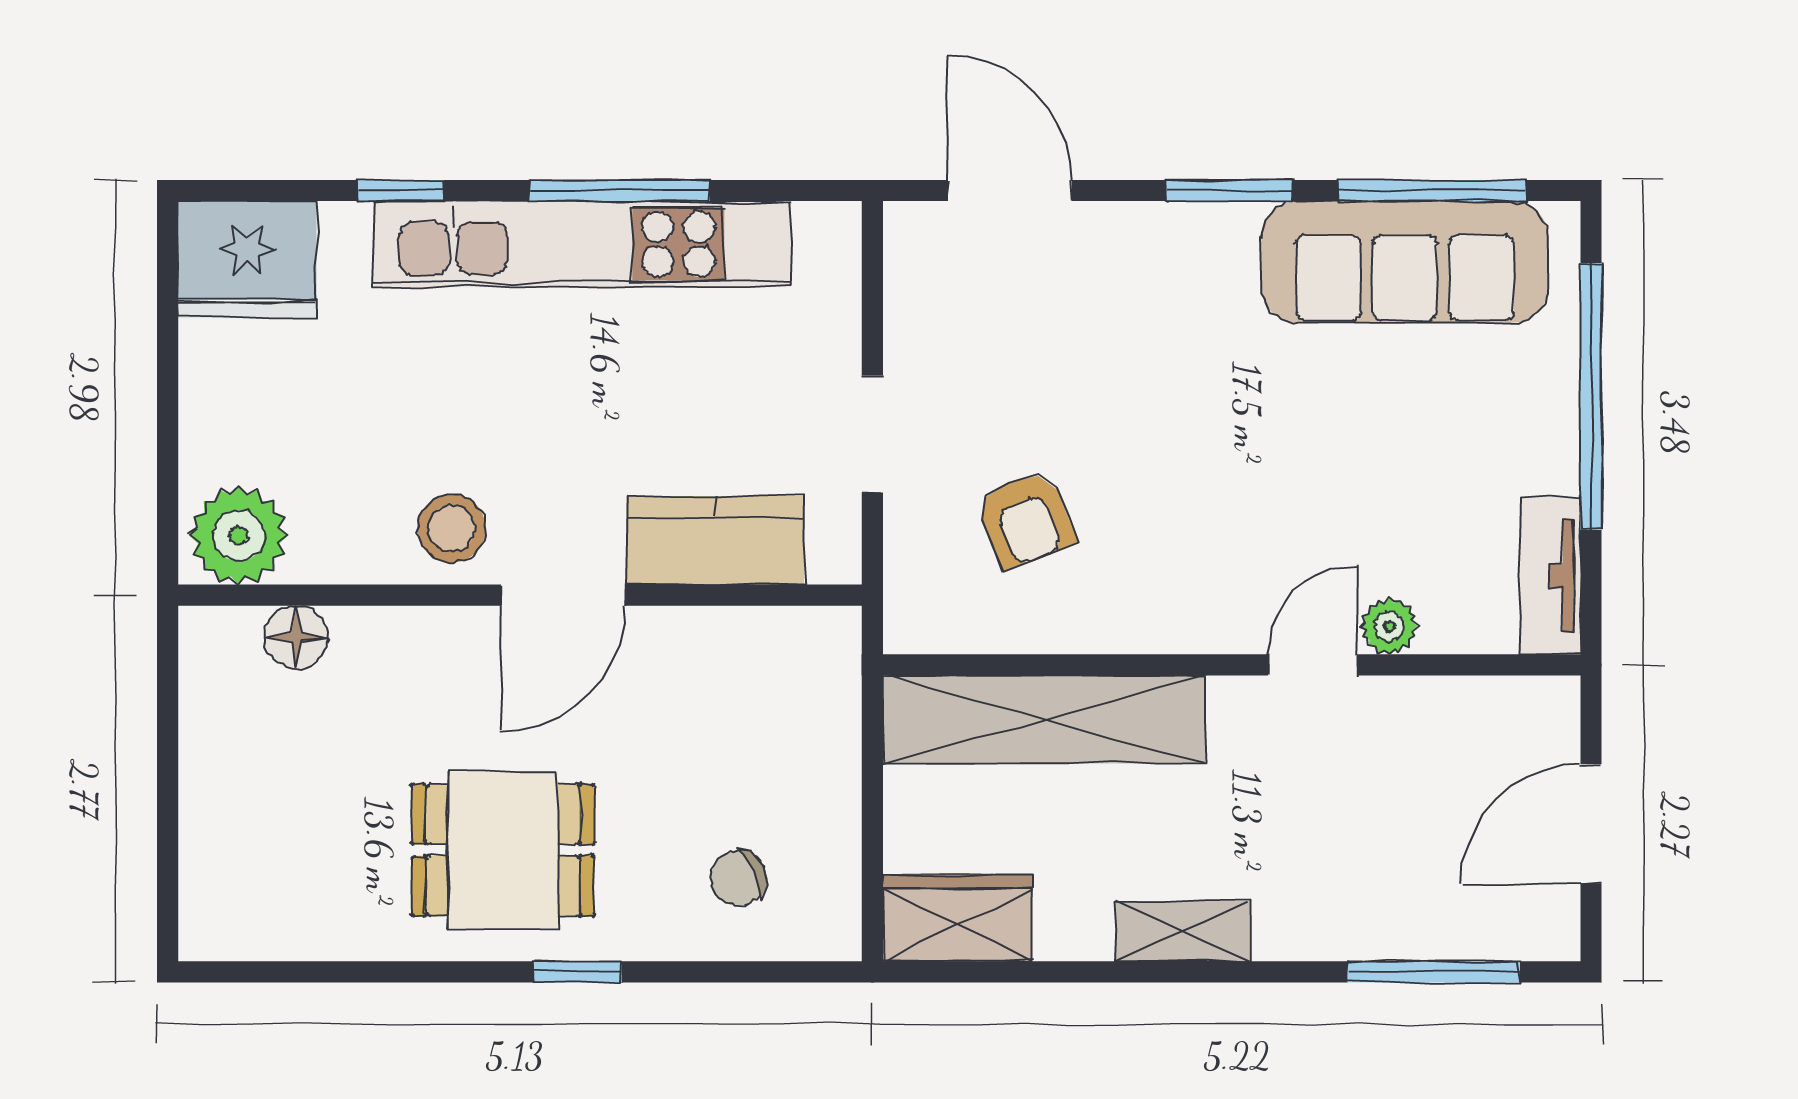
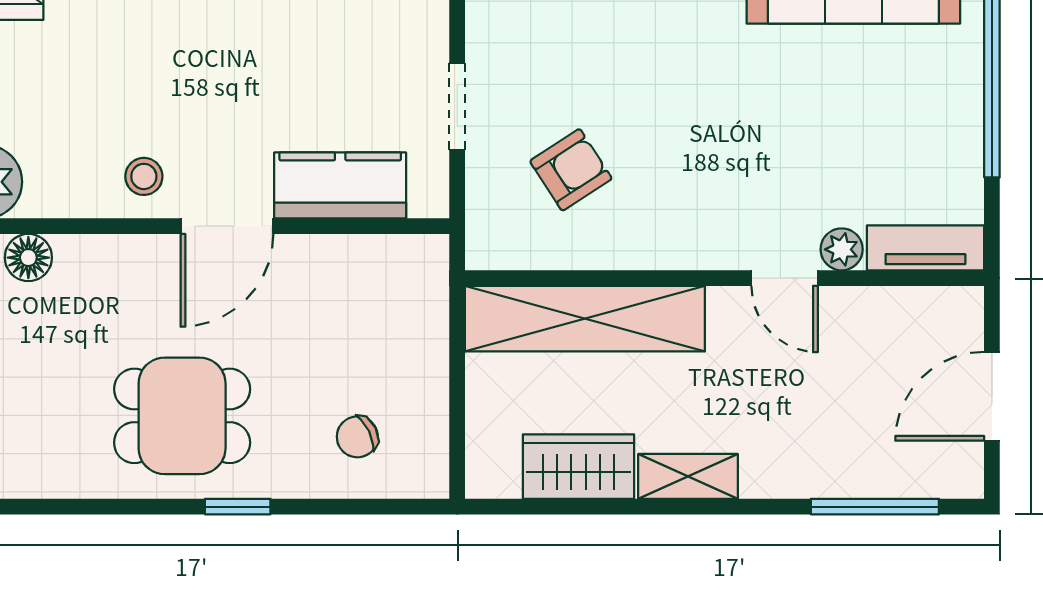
armchair: (1025, 519) -> (571, 170), turned -101
stool: (451, 528) -> (144, 176), width x0.73, depth x0.73
tv unit: (1550, 576) -> (925, 248), moved, turned 90
door: (1312, 665) -> (785, 278), swing flipped
wardrobe: (957, 918) -> (578, 467), moved

